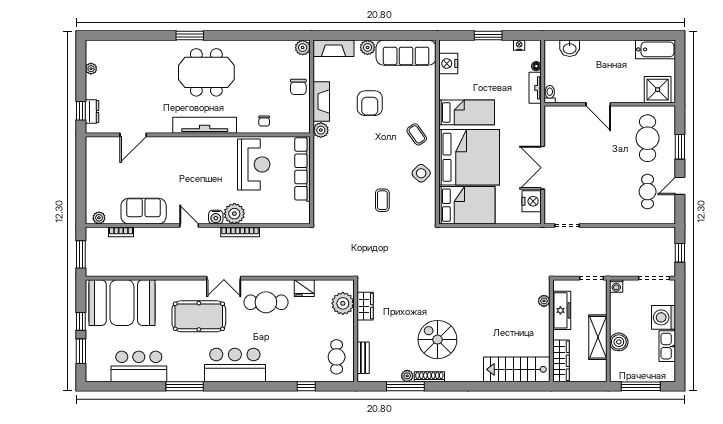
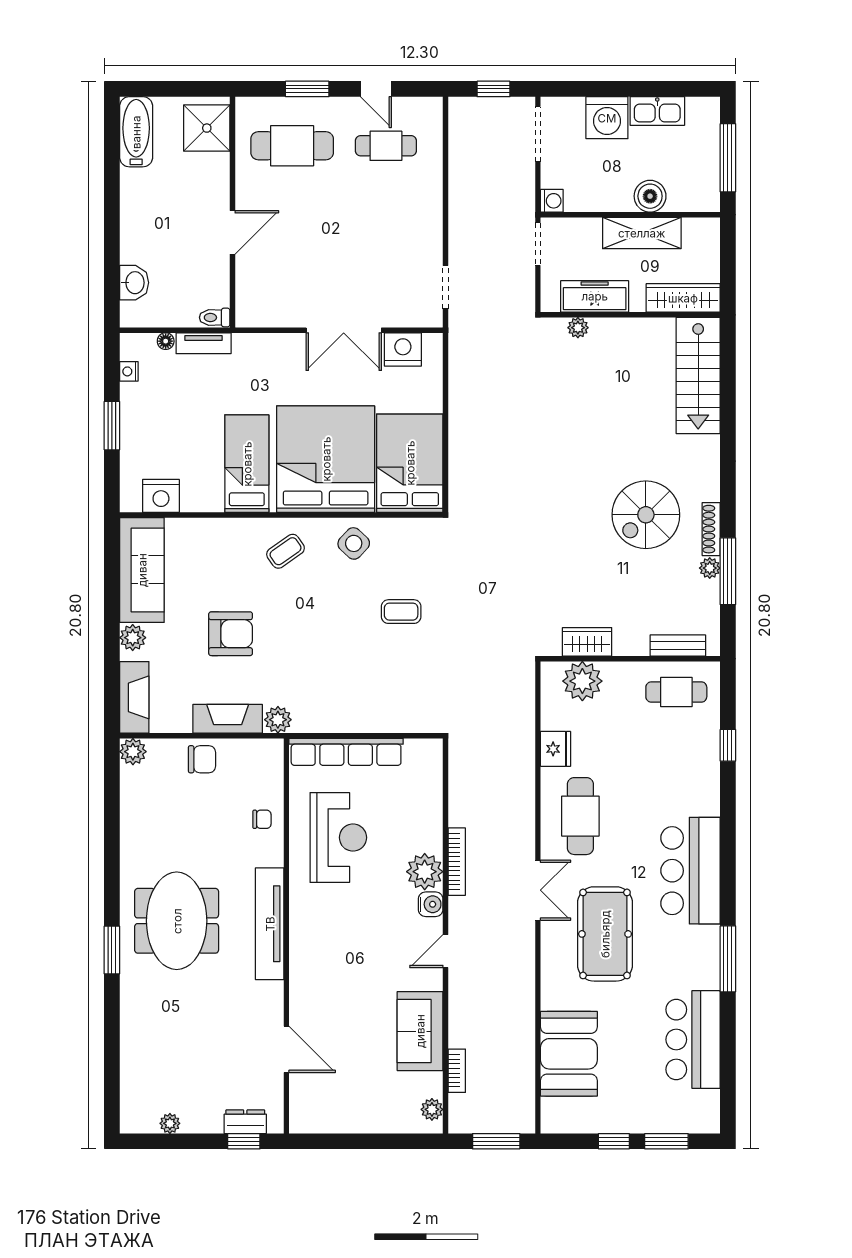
reception desk: (254, 164) -> (338, 838), turned 90
booth: (122, 303) -> (569, 1054), width x0.73, depth x0.70

